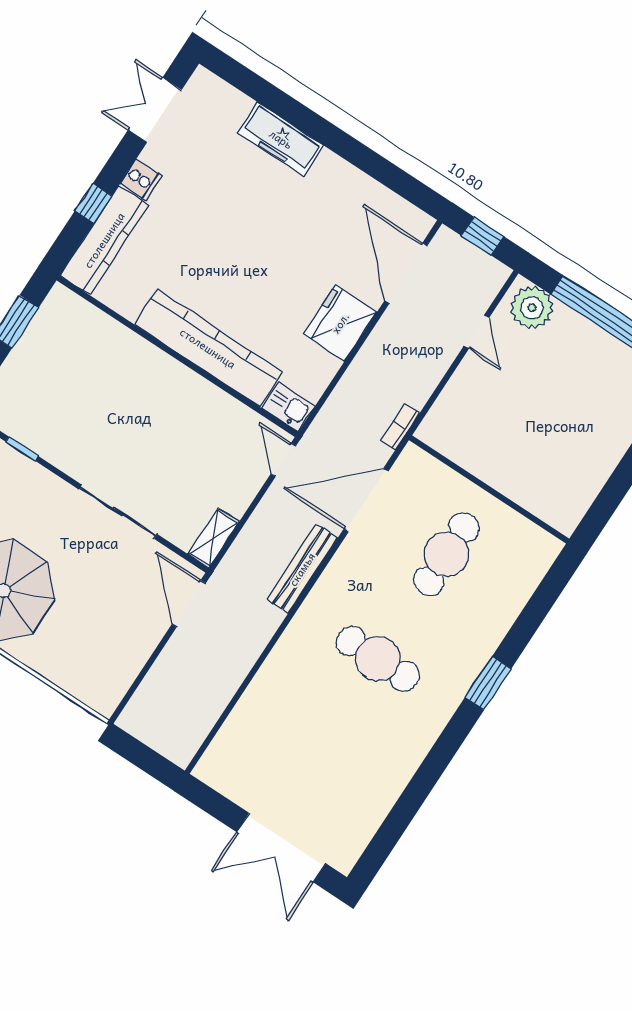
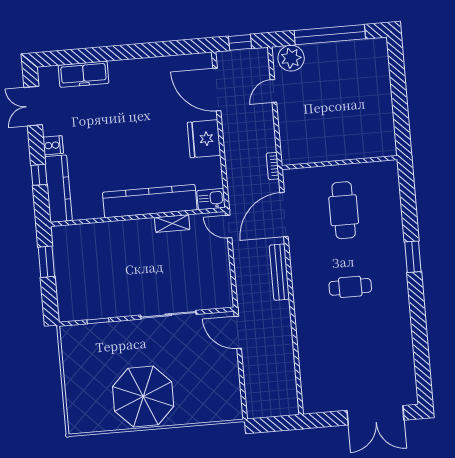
freezer: (281, 139) -> (84, 74), moved
door: (477, 332) -> (273, 91), swing flipped
shelving: (214, 538) -> (172, 223), moved, turned 90
cafe table: (378, 659) -> (350, 287), width x0.73, depth x0.74

